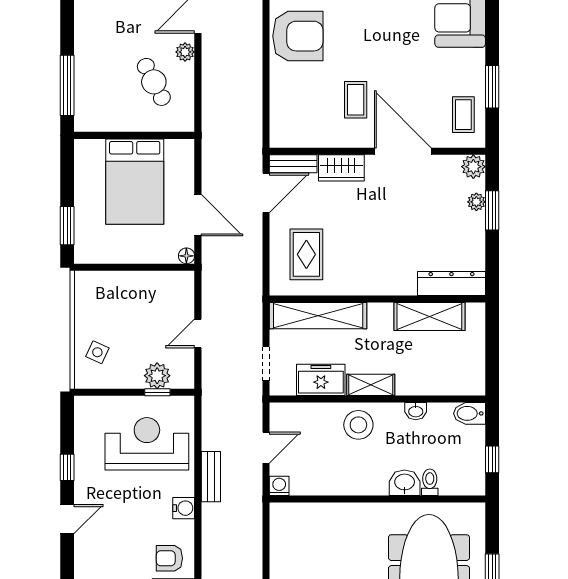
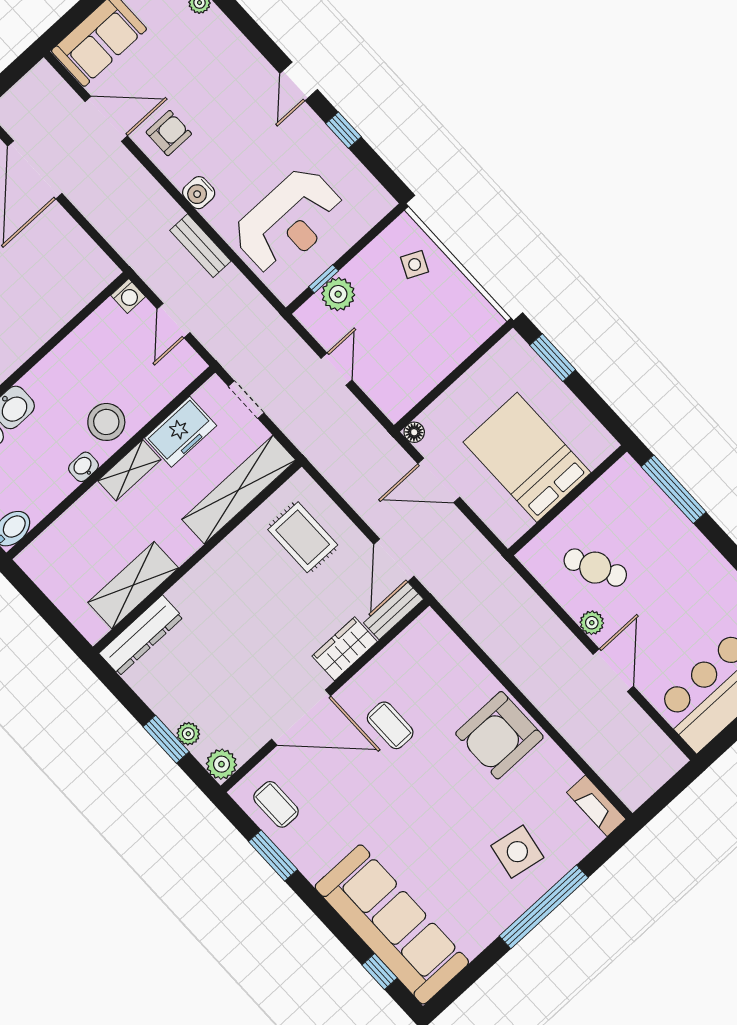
washbasin: (416, 411) -> (84, 467), moved

